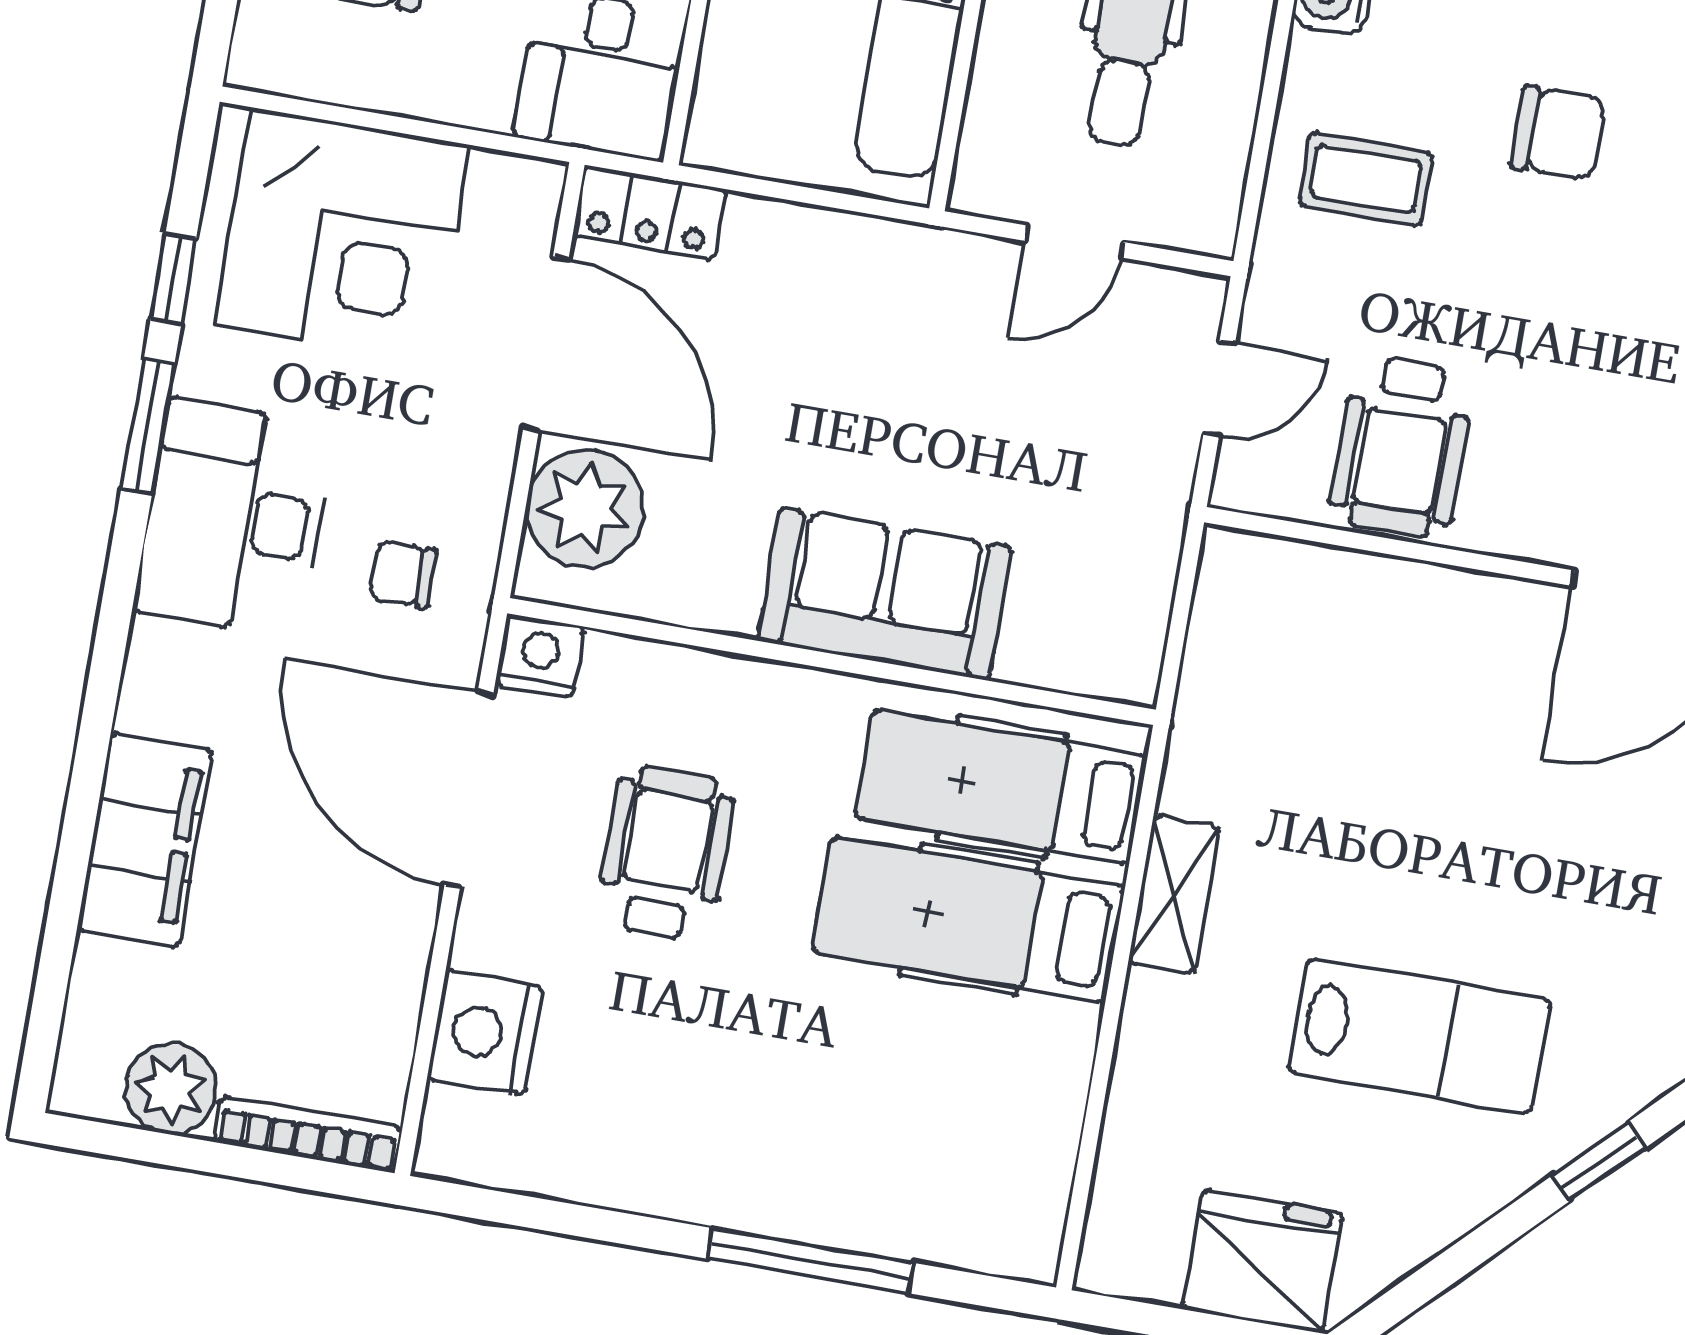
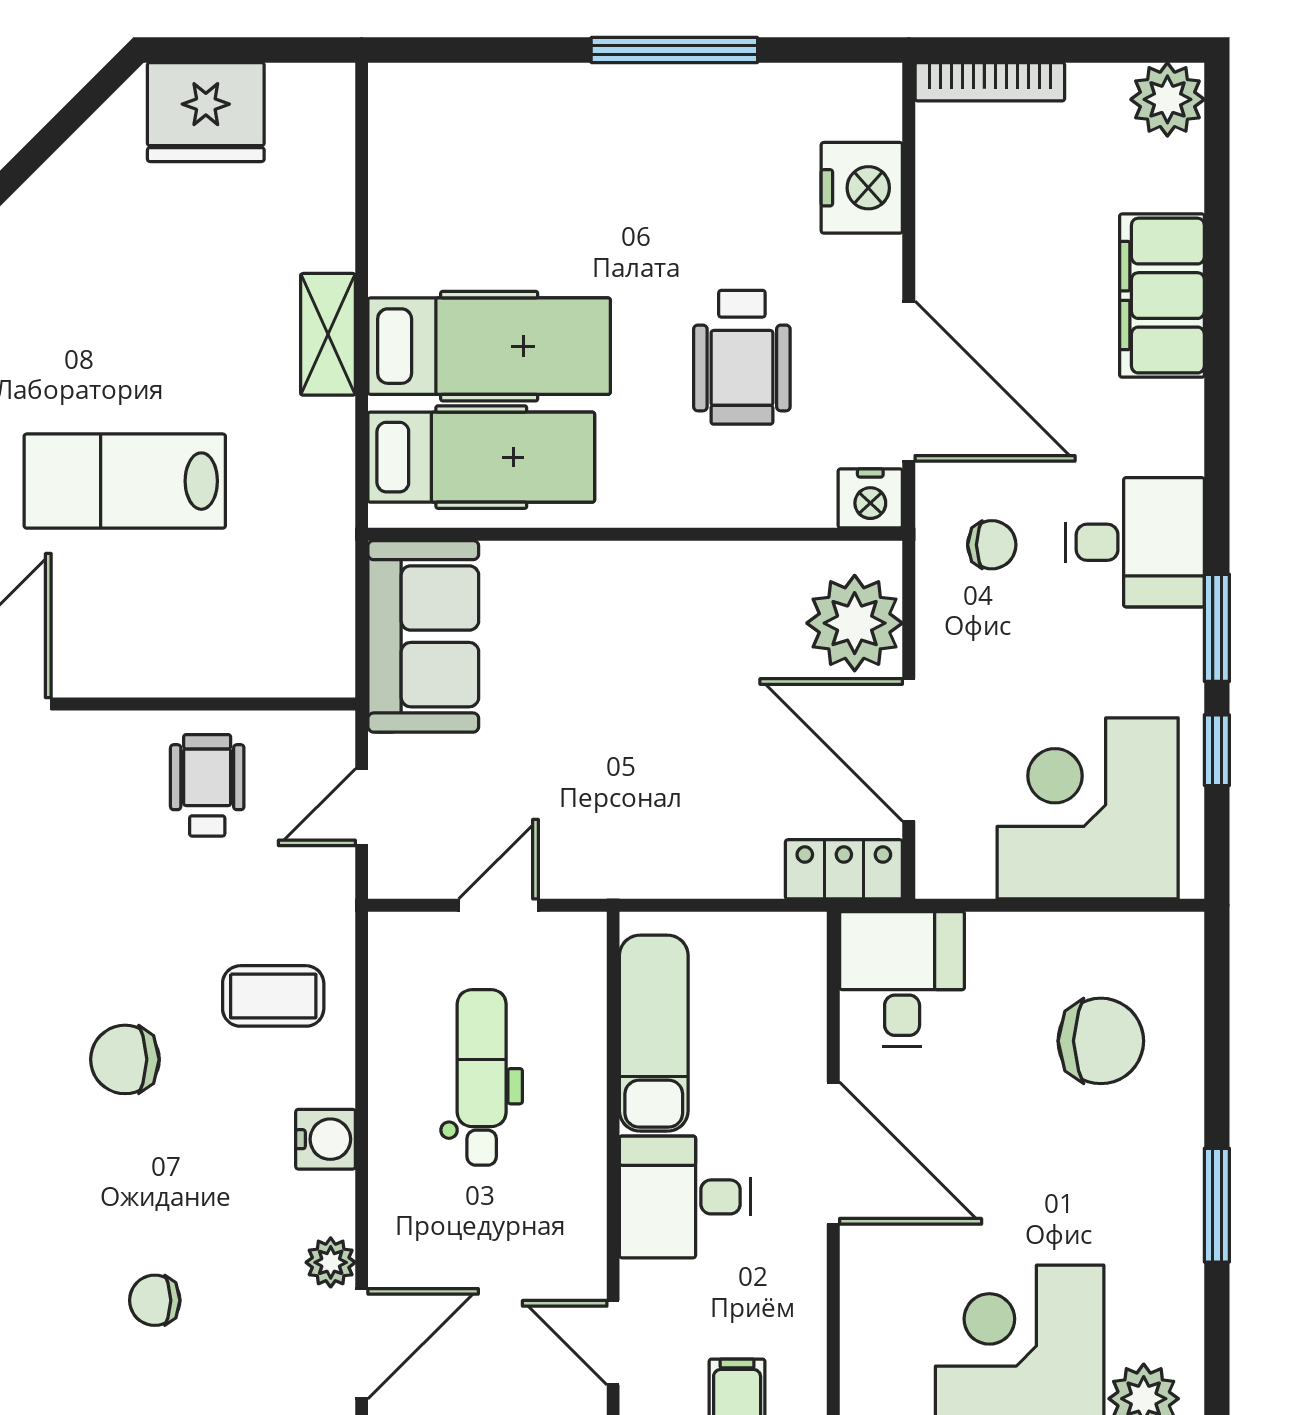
wheelchair: (1401, 447) -> (207, 785), width x0.73, depth x0.73
desk: (234, 518) -> (1135, 542), width x0.73
sofa: (885, 594) -> (423, 636), moved, turned -90
shelving: (1174, 895) -> (328, 334), moved
lab bench: (1419, 1036) -> (125, 481), moved
plant: (171, 1089) -> (1167, 99), moved
window: (810, 1261) -> (674, 50), moved

